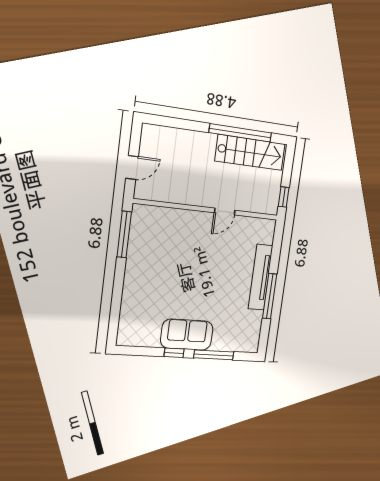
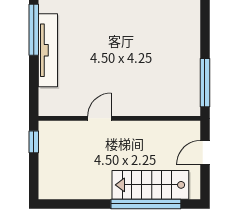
window: (240, 133) -> (146, 204), moved
stairs: (250, 152) -> (150, 185), moved

